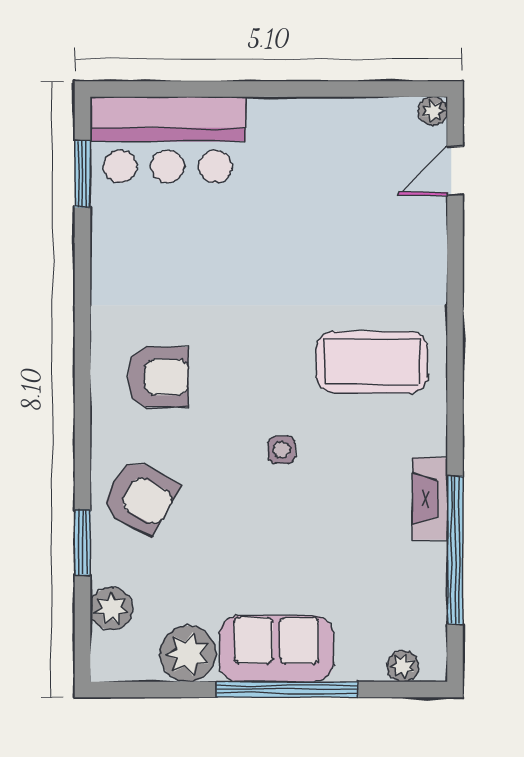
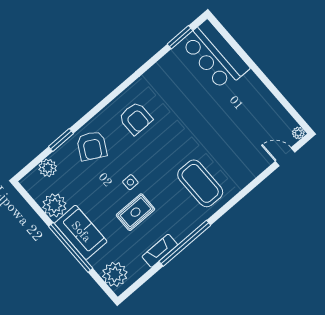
side table: (282, 450) -> (130, 182), moved
fireplace: (430, 499) -> (160, 251), moved
rug: (324, 521) -> (136, 212), added
window: (455, 550) -> (185, 243), moved
plant: (403, 666) -> (115, 274), width x1.87, depth x1.87

